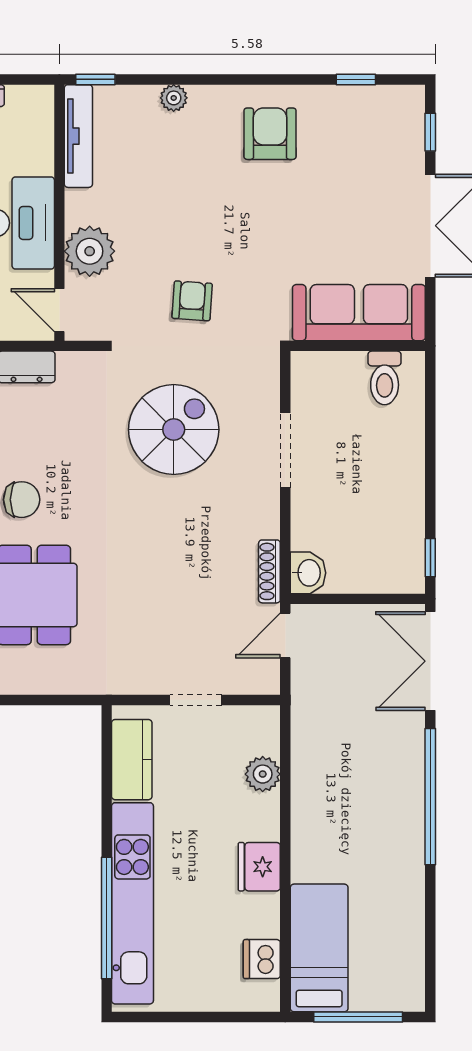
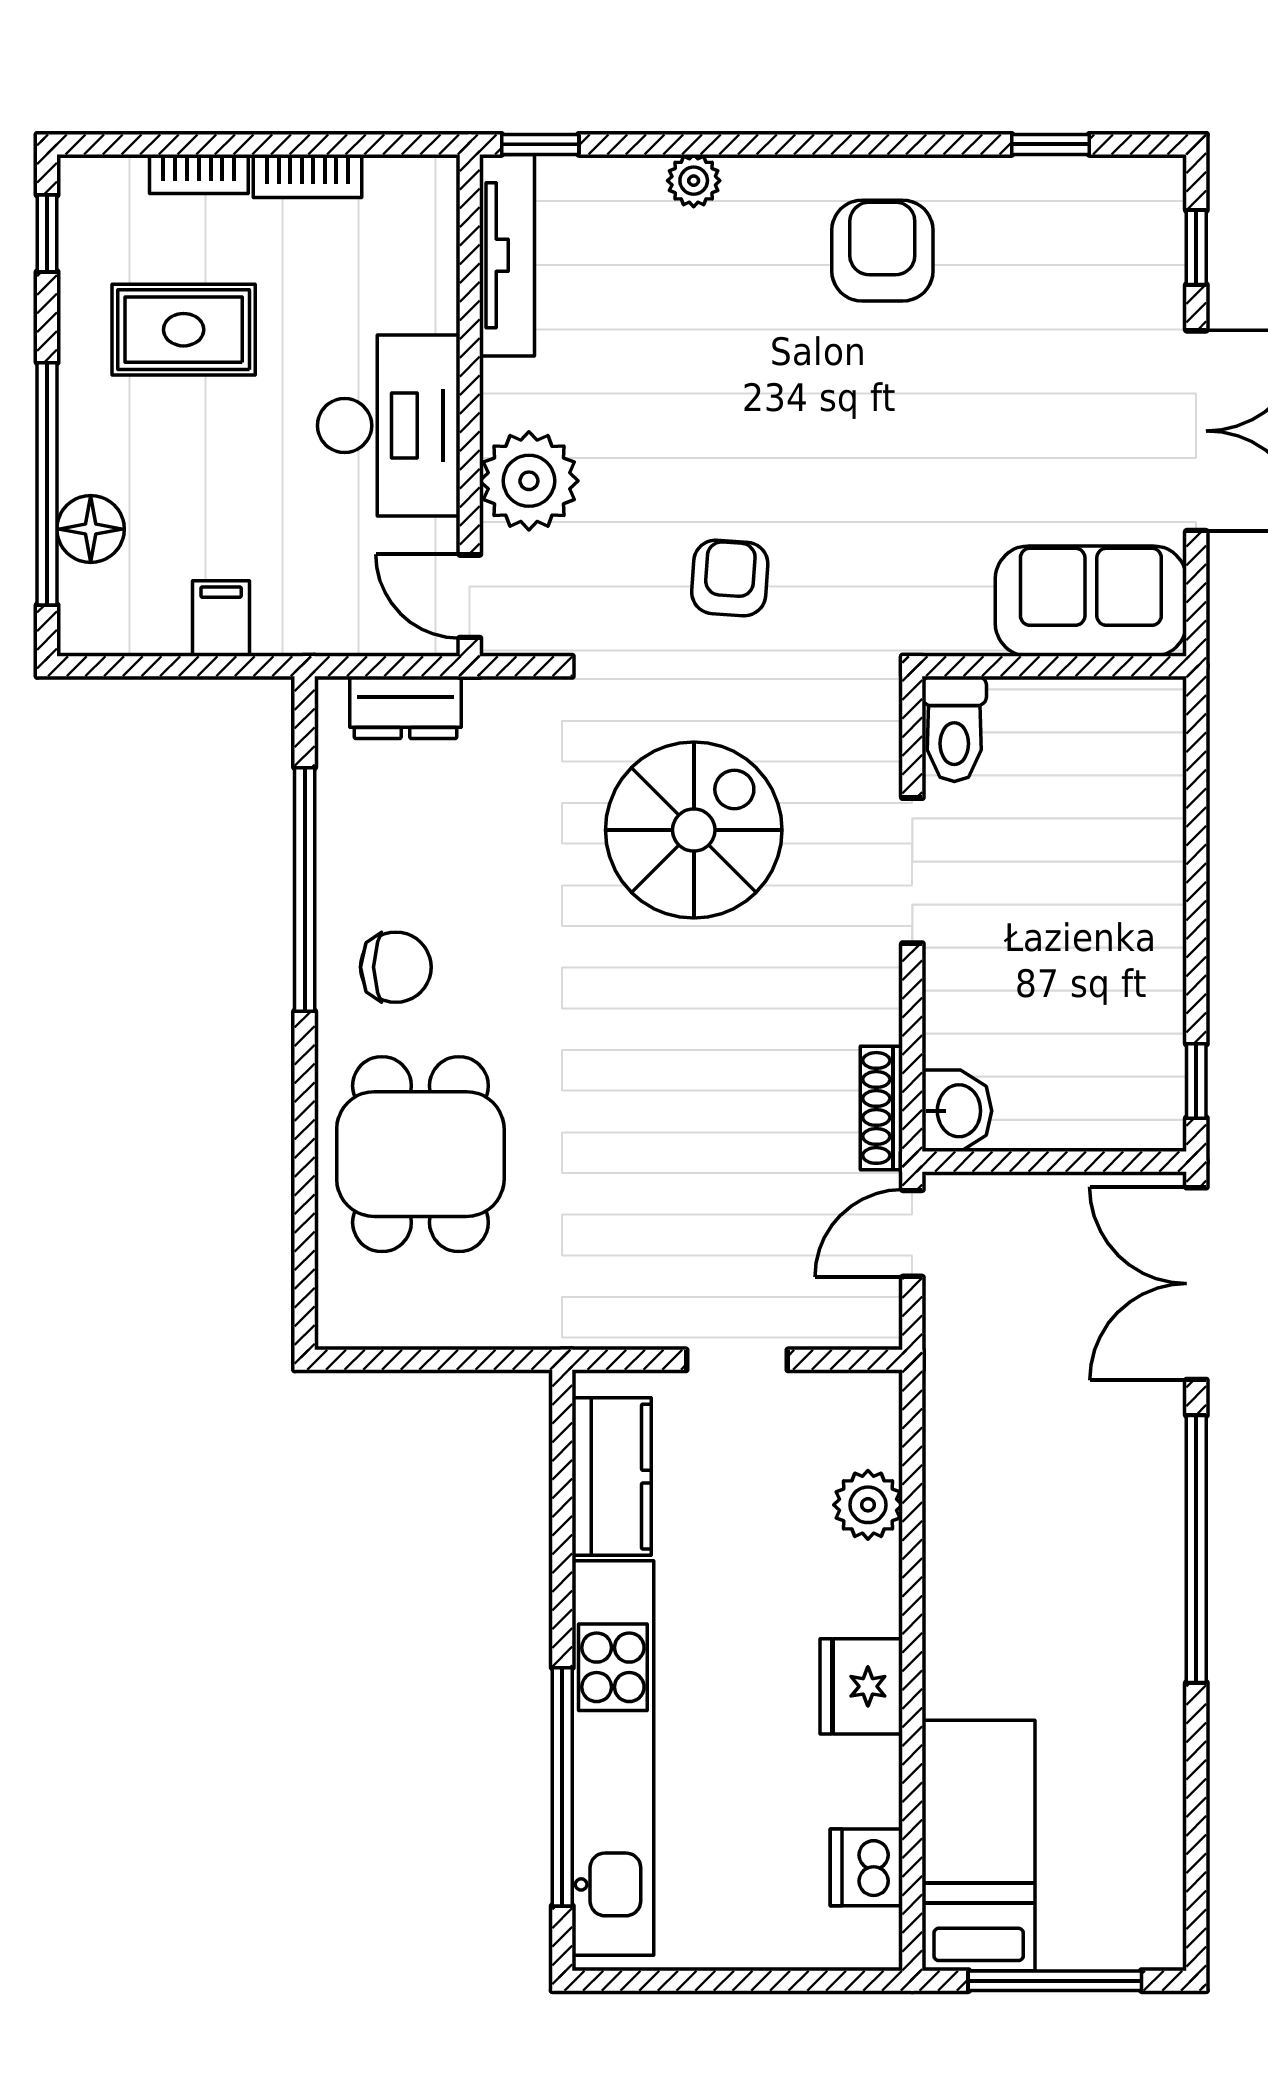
sofa: (359, 313) -> (1091, 601), width x0.73
toilet: (385, 378) -> (954, 729), moved

